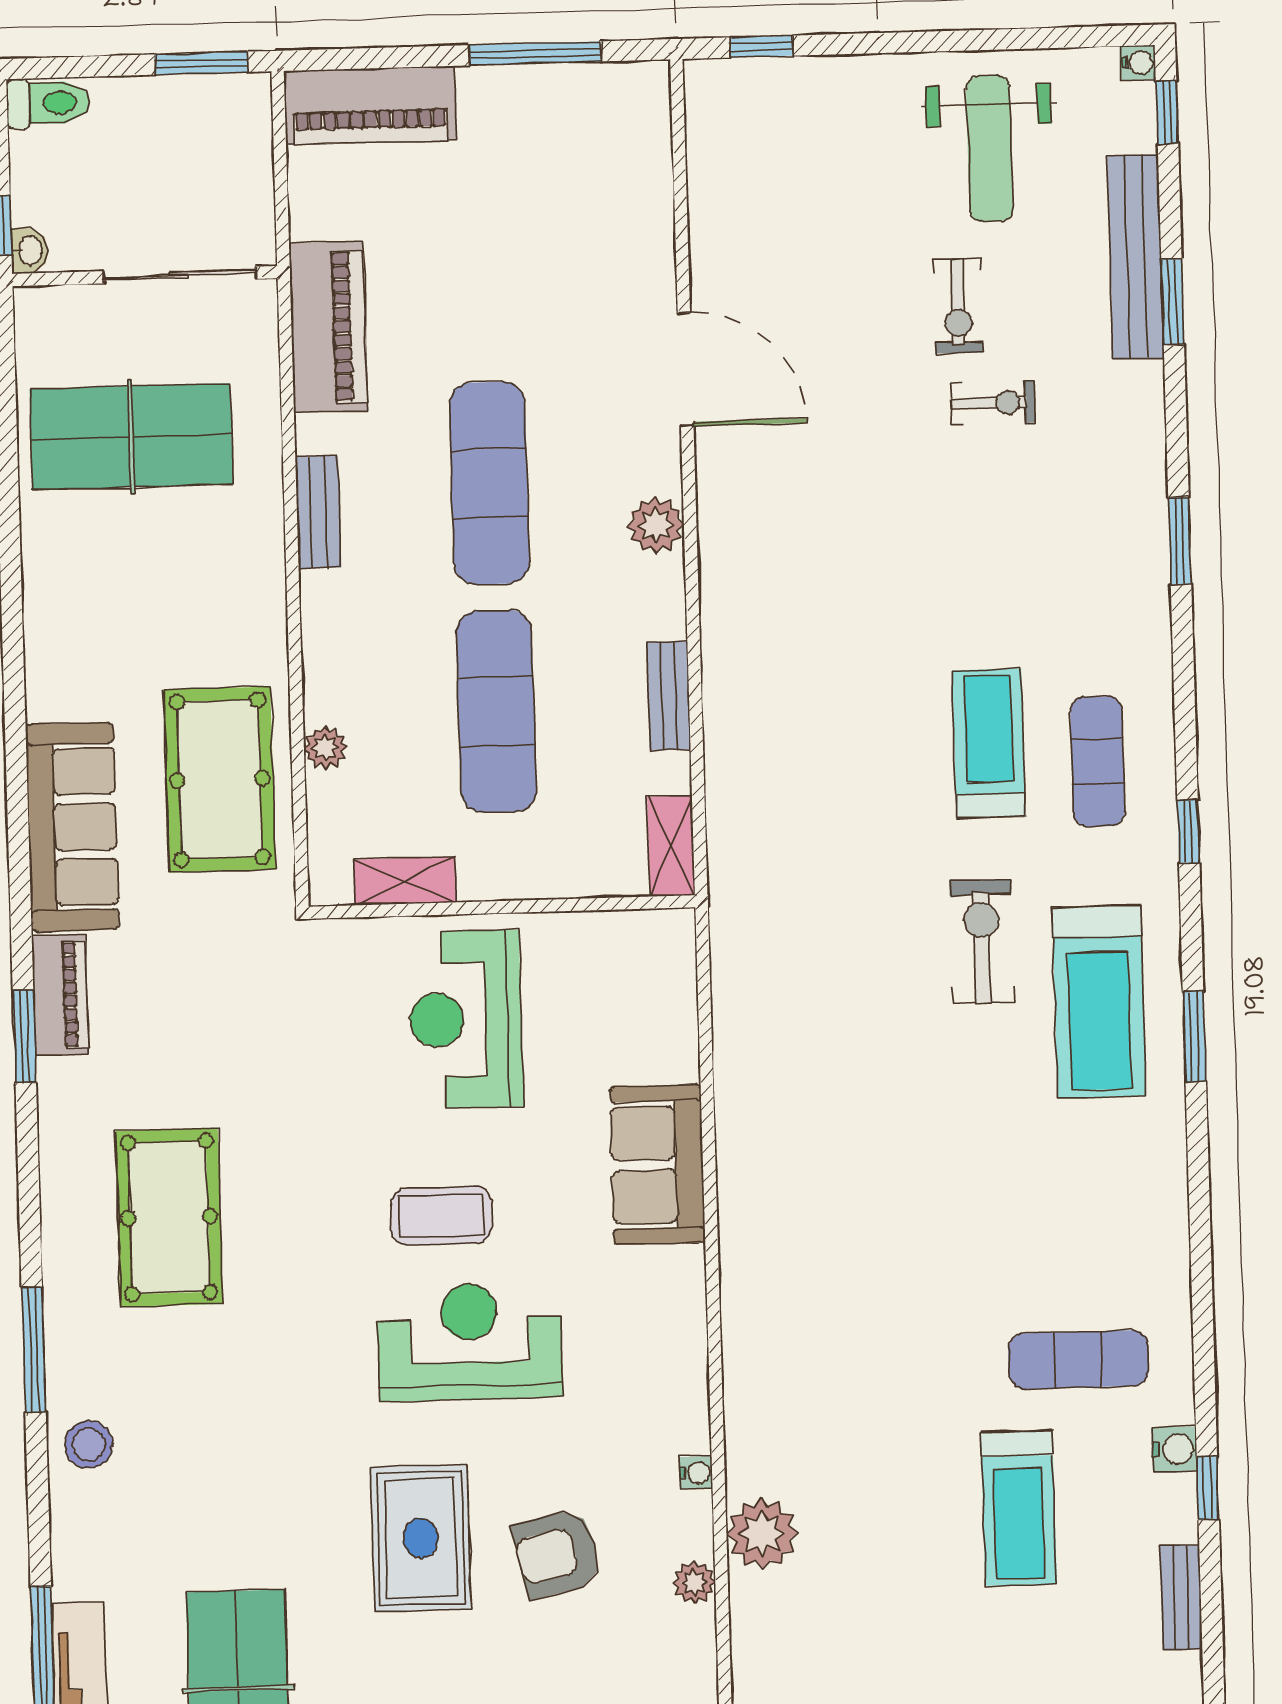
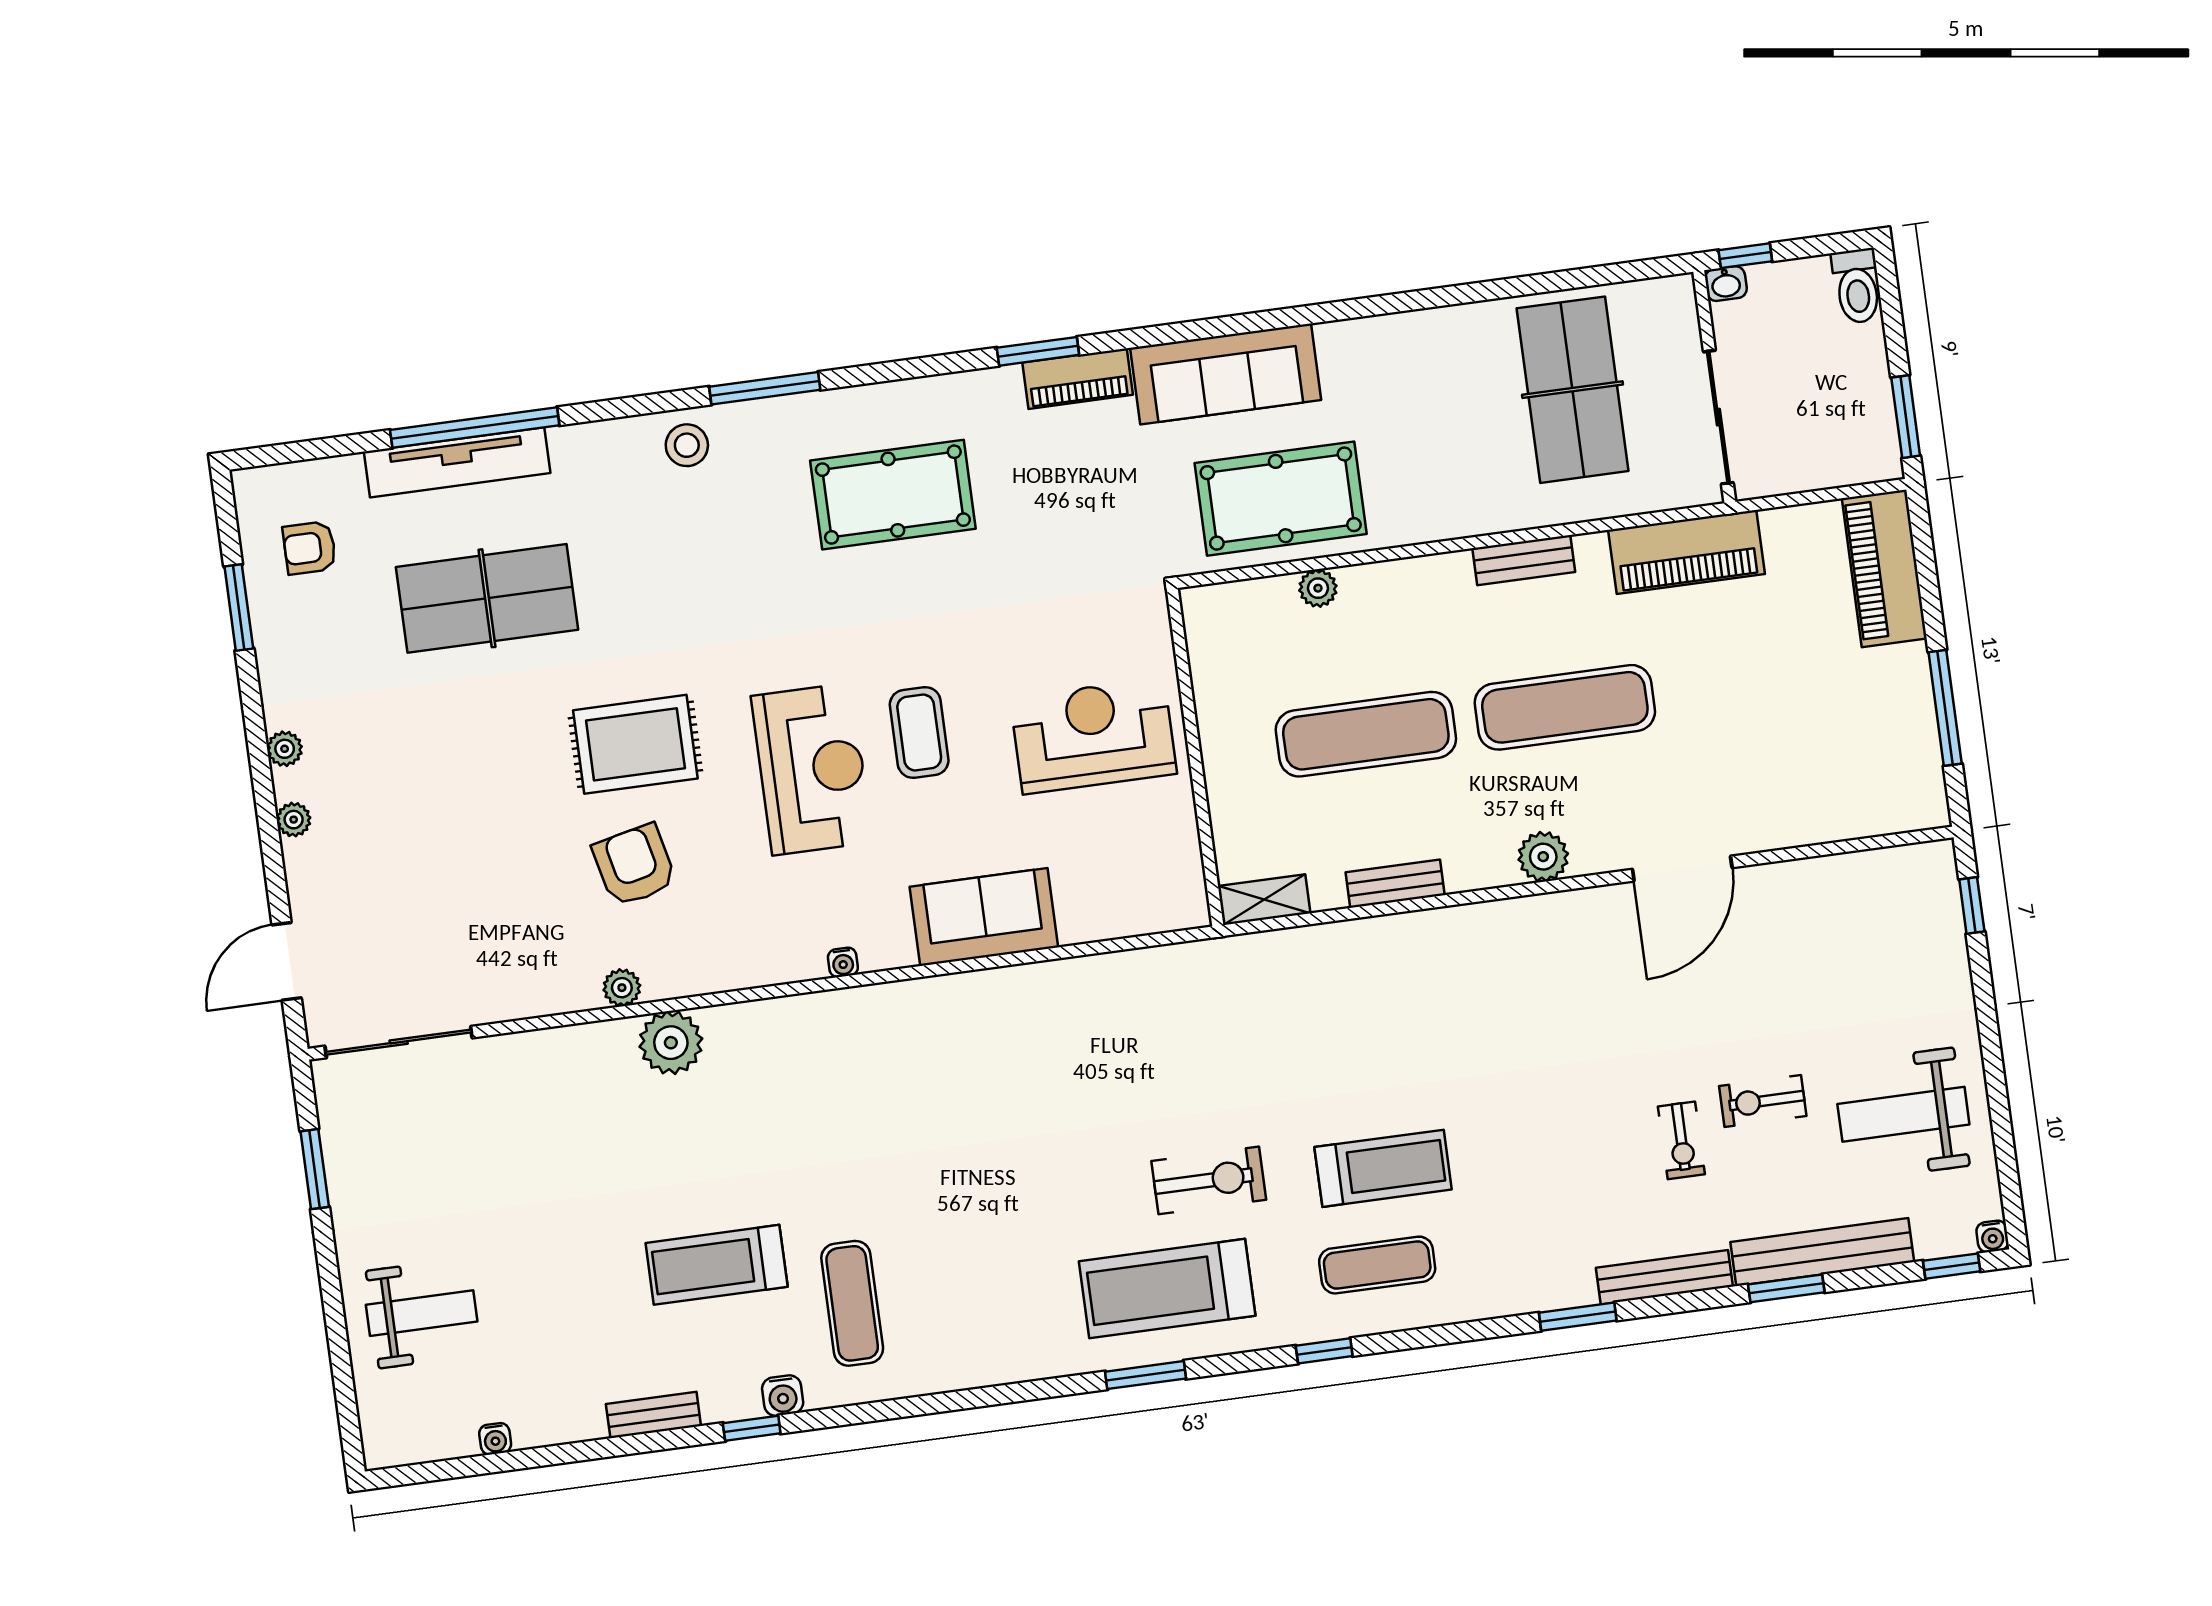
bench: (1145, 438) -> (1664, 1277), added
shelving: (405, 881) -> (1209, 670), removed
water cooler: (696, 1473) -> (843, 962), moved

